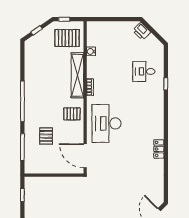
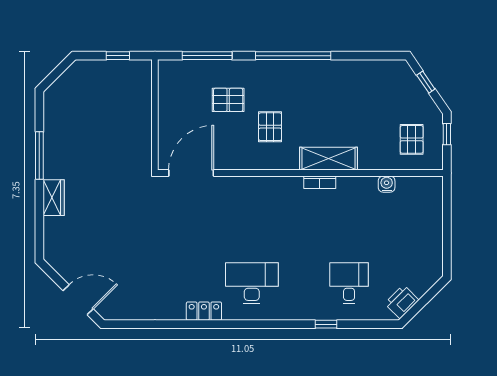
printer: (142, 31) -> (402, 302), moved
pallet: (67, 38) -> (412, 139), width x0.67, depth x0.71
shelving: (77, 75) -> (329, 159), width x0.68
pallet: (72, 114) -> (270, 127), moved
desk: (106, 123) -> (252, 283), moved, width x0.73, depth x0.77

